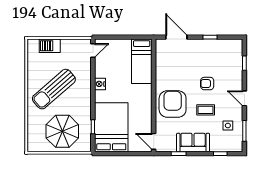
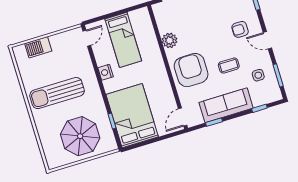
bed: (142, 61) -> (123, 40), moved
plant: (162, 74) -> (170, 40), added
armchair: (207, 84) -> (240, 29), moved
sun lounger: (54, 89) -> (57, 93), turned 41
door: (154, 141) -> (183, 117), hinge flipped
sofa: (193, 143) -> (226, 105), width x1.36

